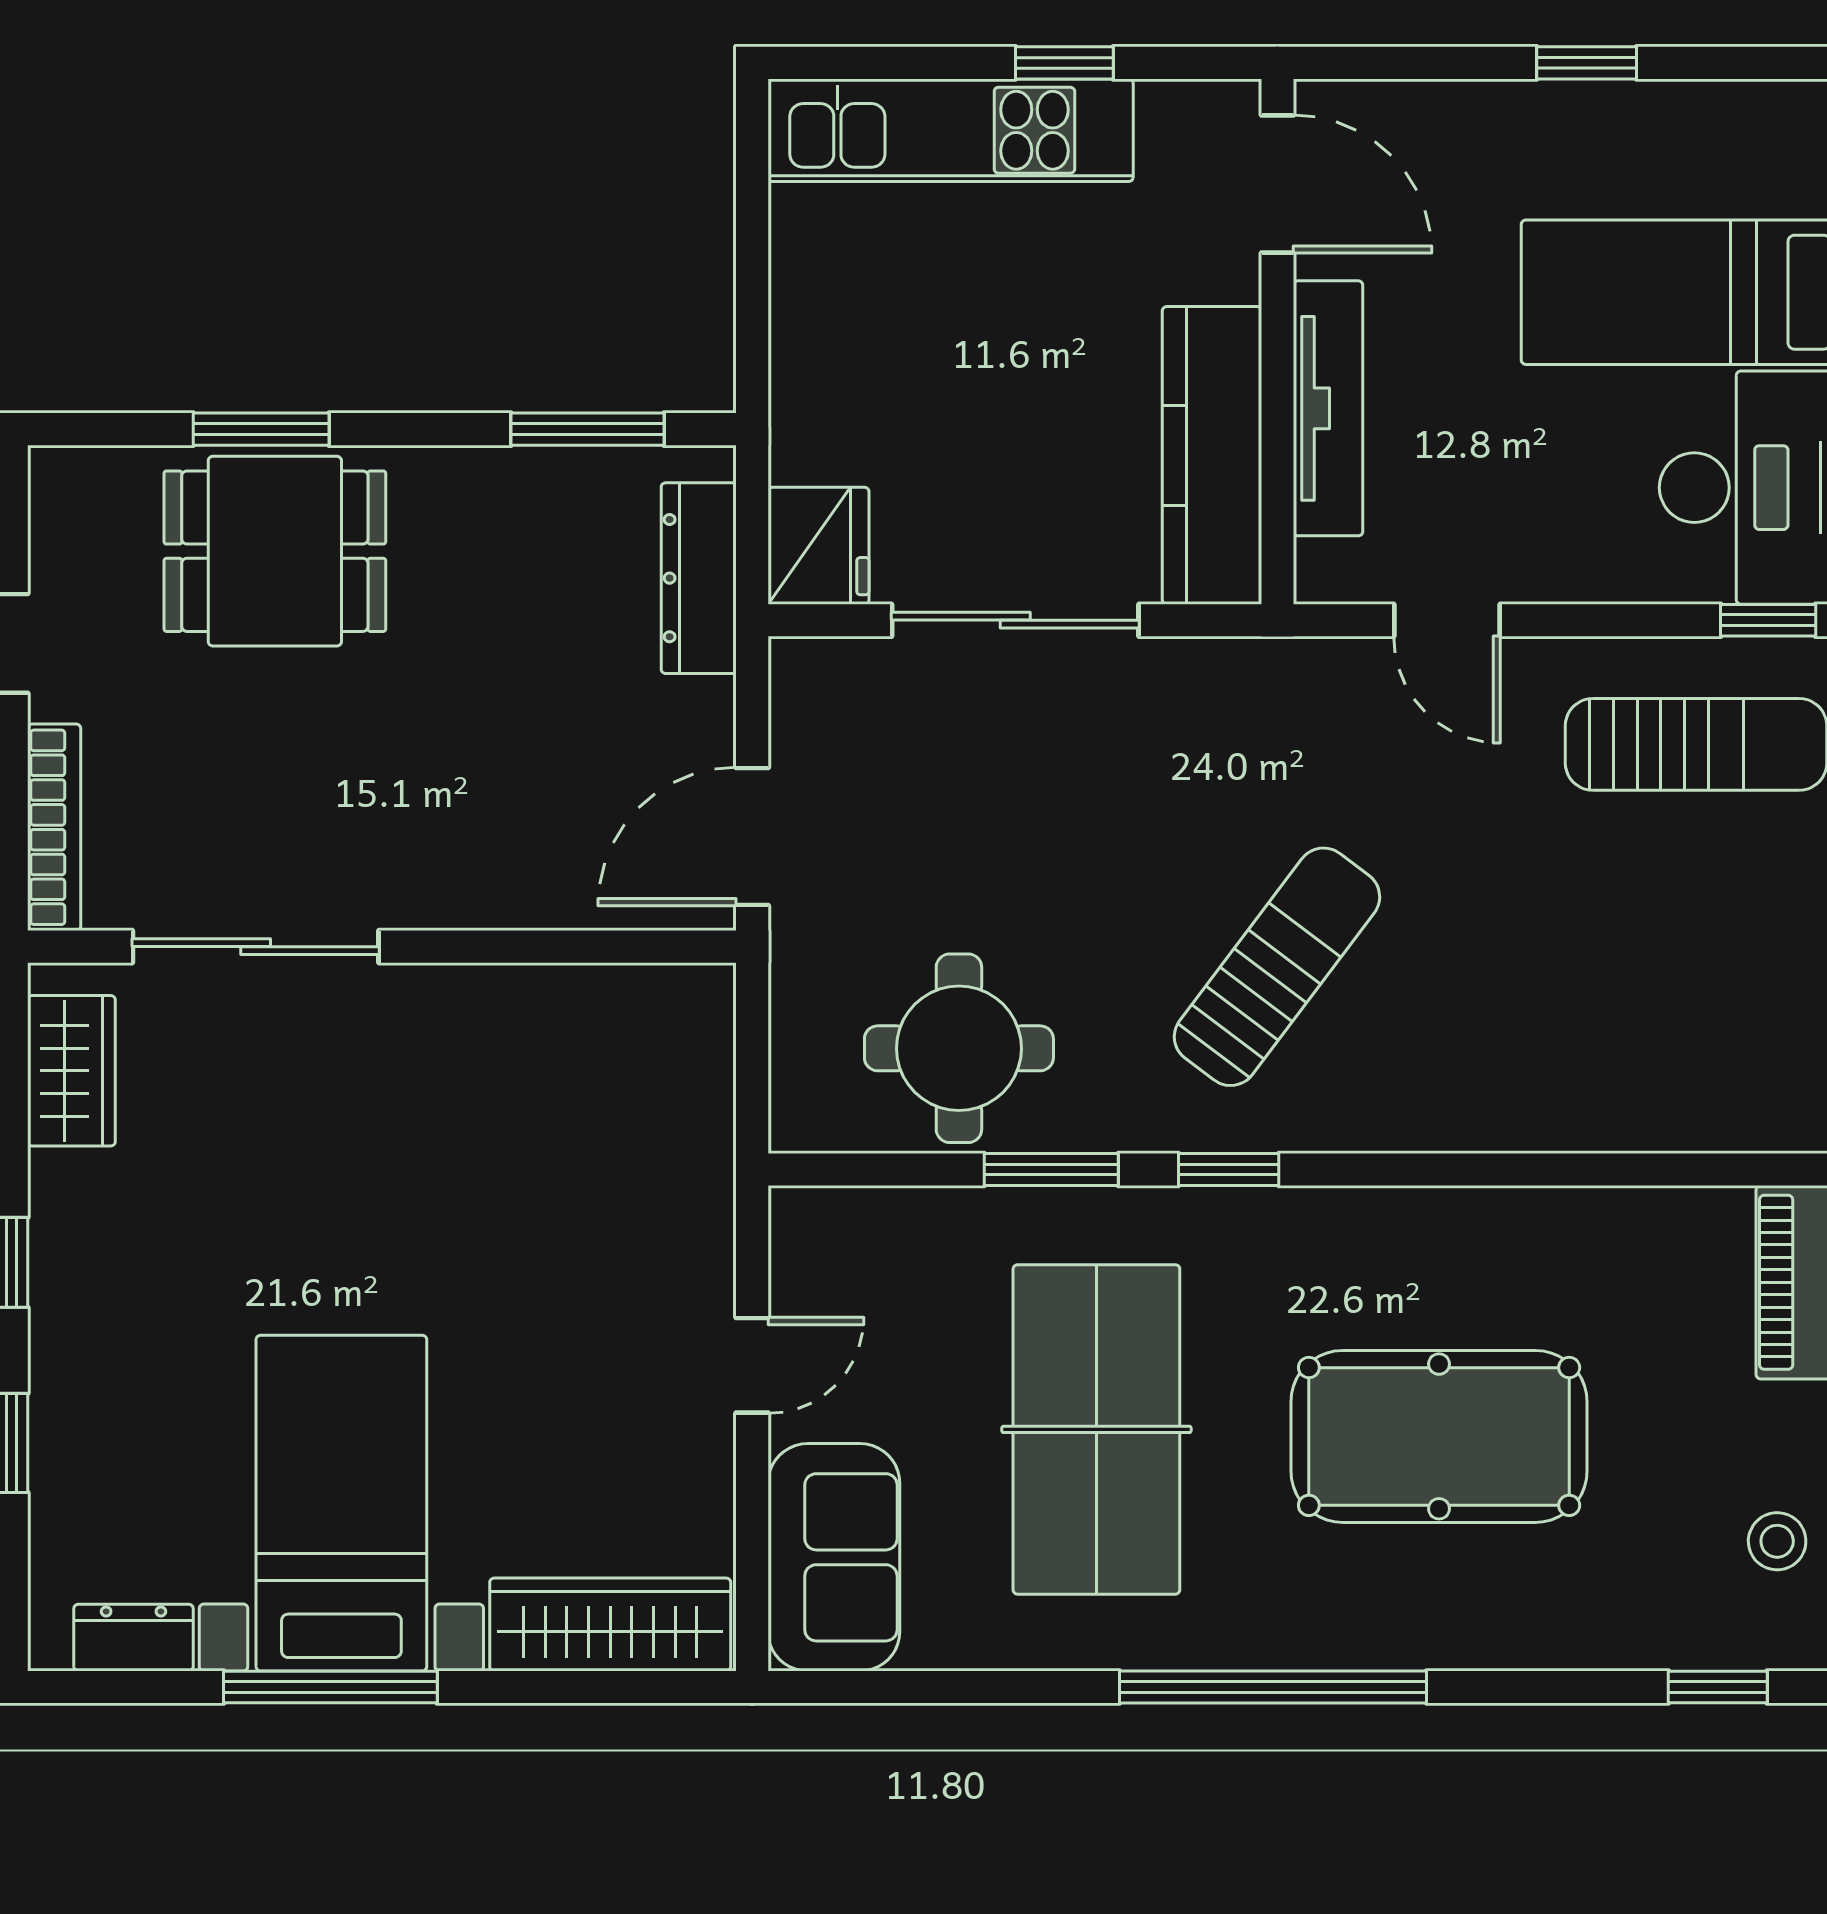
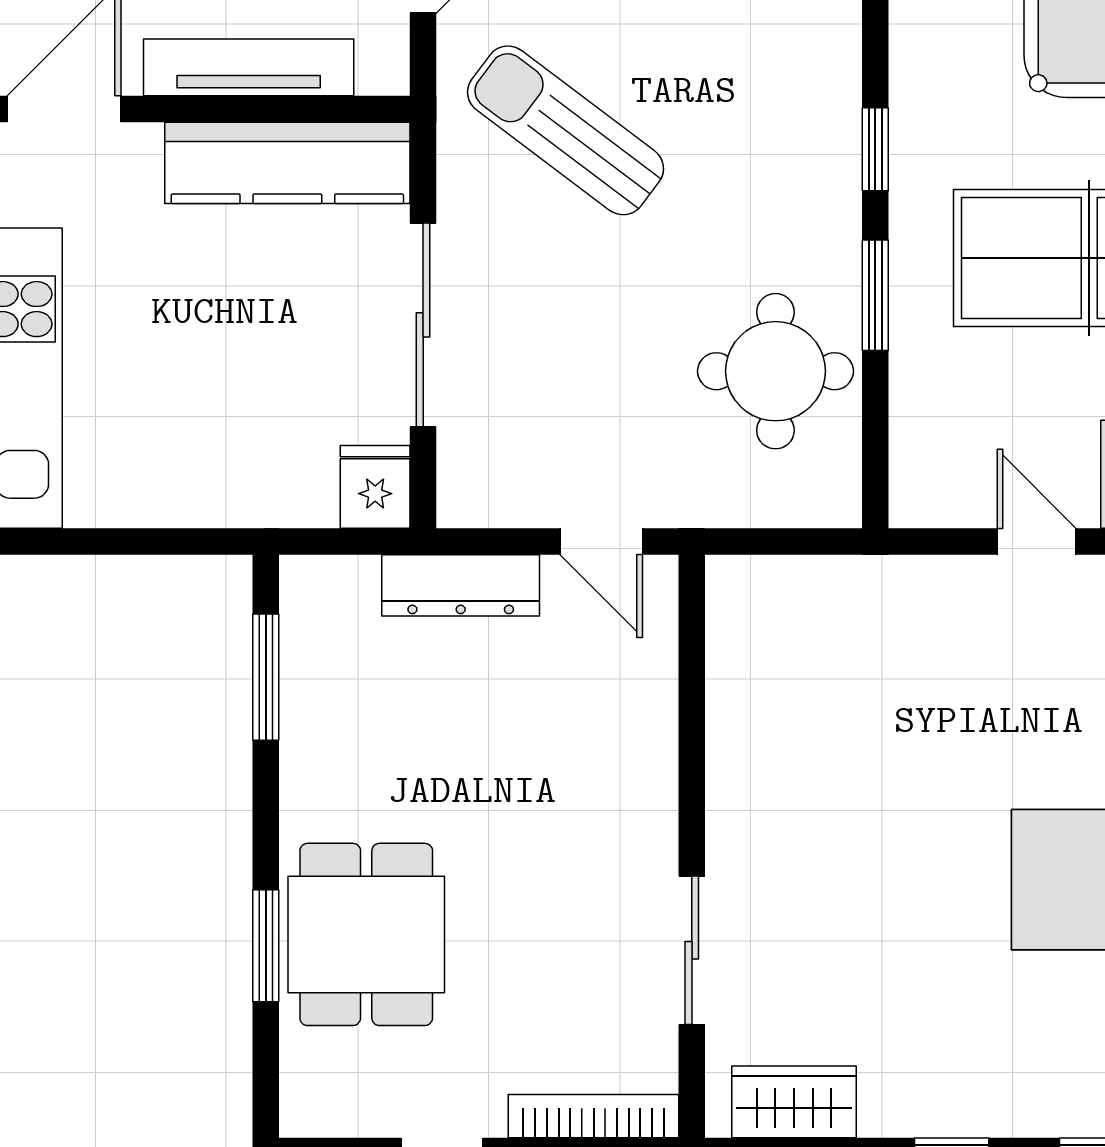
fridge: (818, 546) -> (375, 487), width x0.72
dresser: (699, 578) -> (461, 585), moved
door: (752, 837) -> (601, 542), width x0.73
sliding door: (256, 947) -> (692, 950), width x0.73
sun lounger: (1277, 967) -> (566, 130), moved

